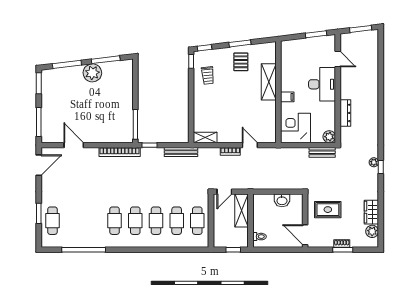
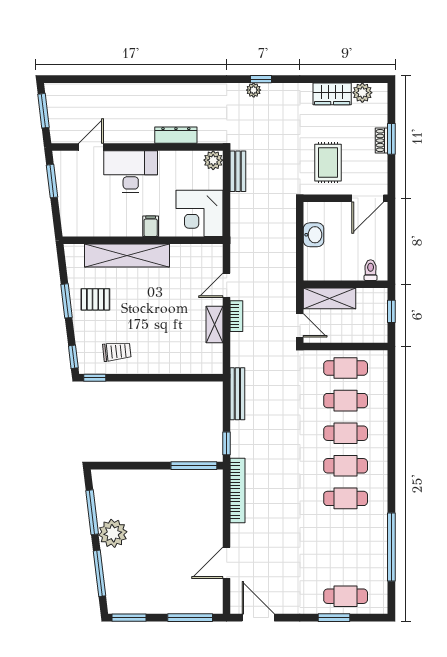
shelving: (269, 82) -> (127, 256), width x1.47
shelving: (205, 137) -> (215, 324), moved

